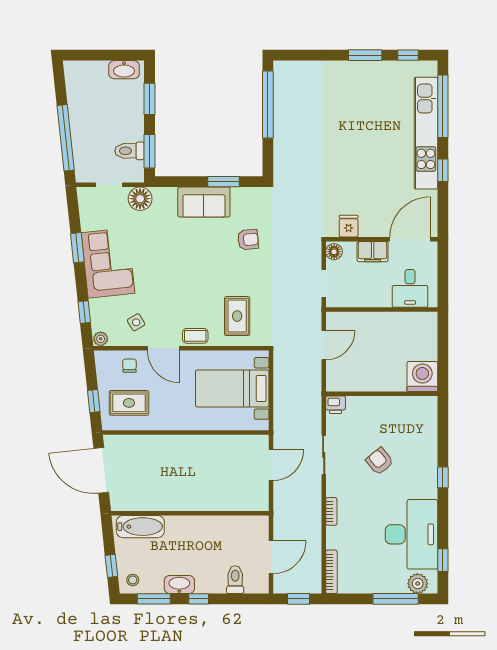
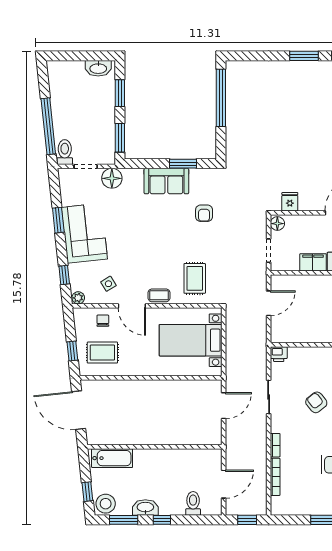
toilet: (130, 151) -> (65, 152), moved, turned 90
armchair: (248, 240) -> (204, 213), turned 95
filing cabinet: (373, 252) -> (313, 262), moved, turned 180
bookcase: (331, 572) -> (275, 477), moved
stool: (133, 580) -> (106, 504), width x1.89, depth x1.89

